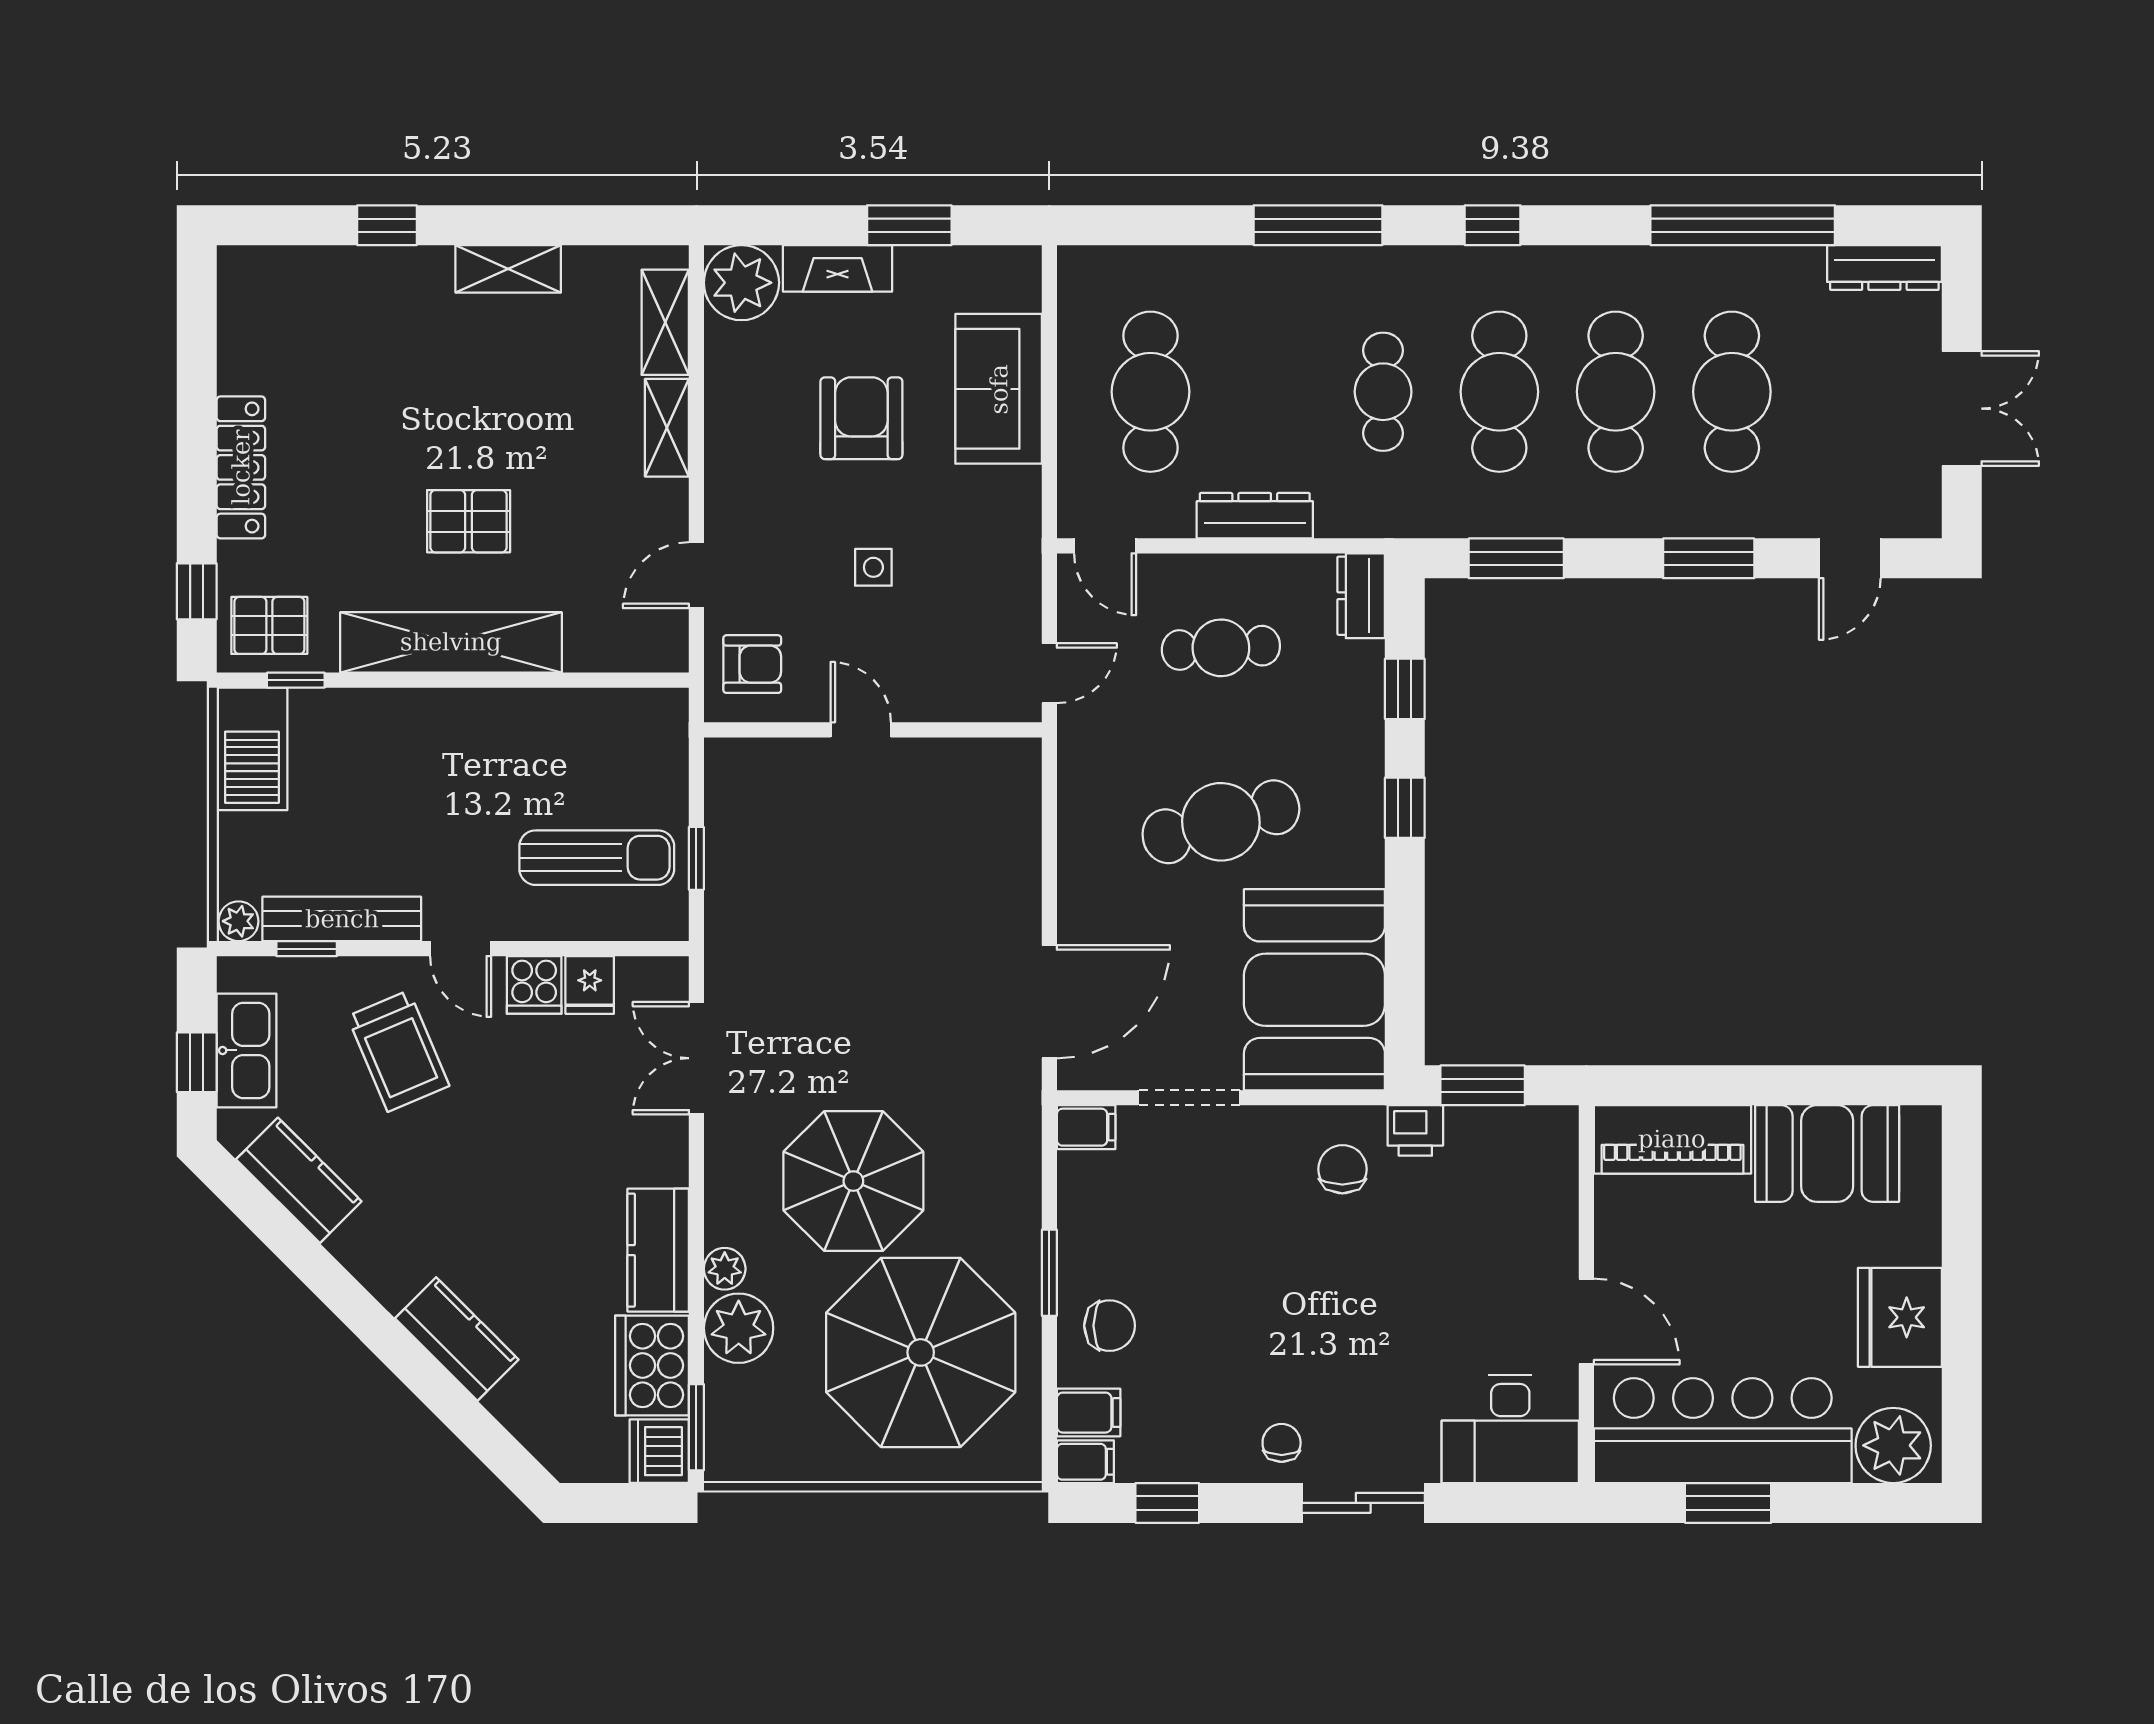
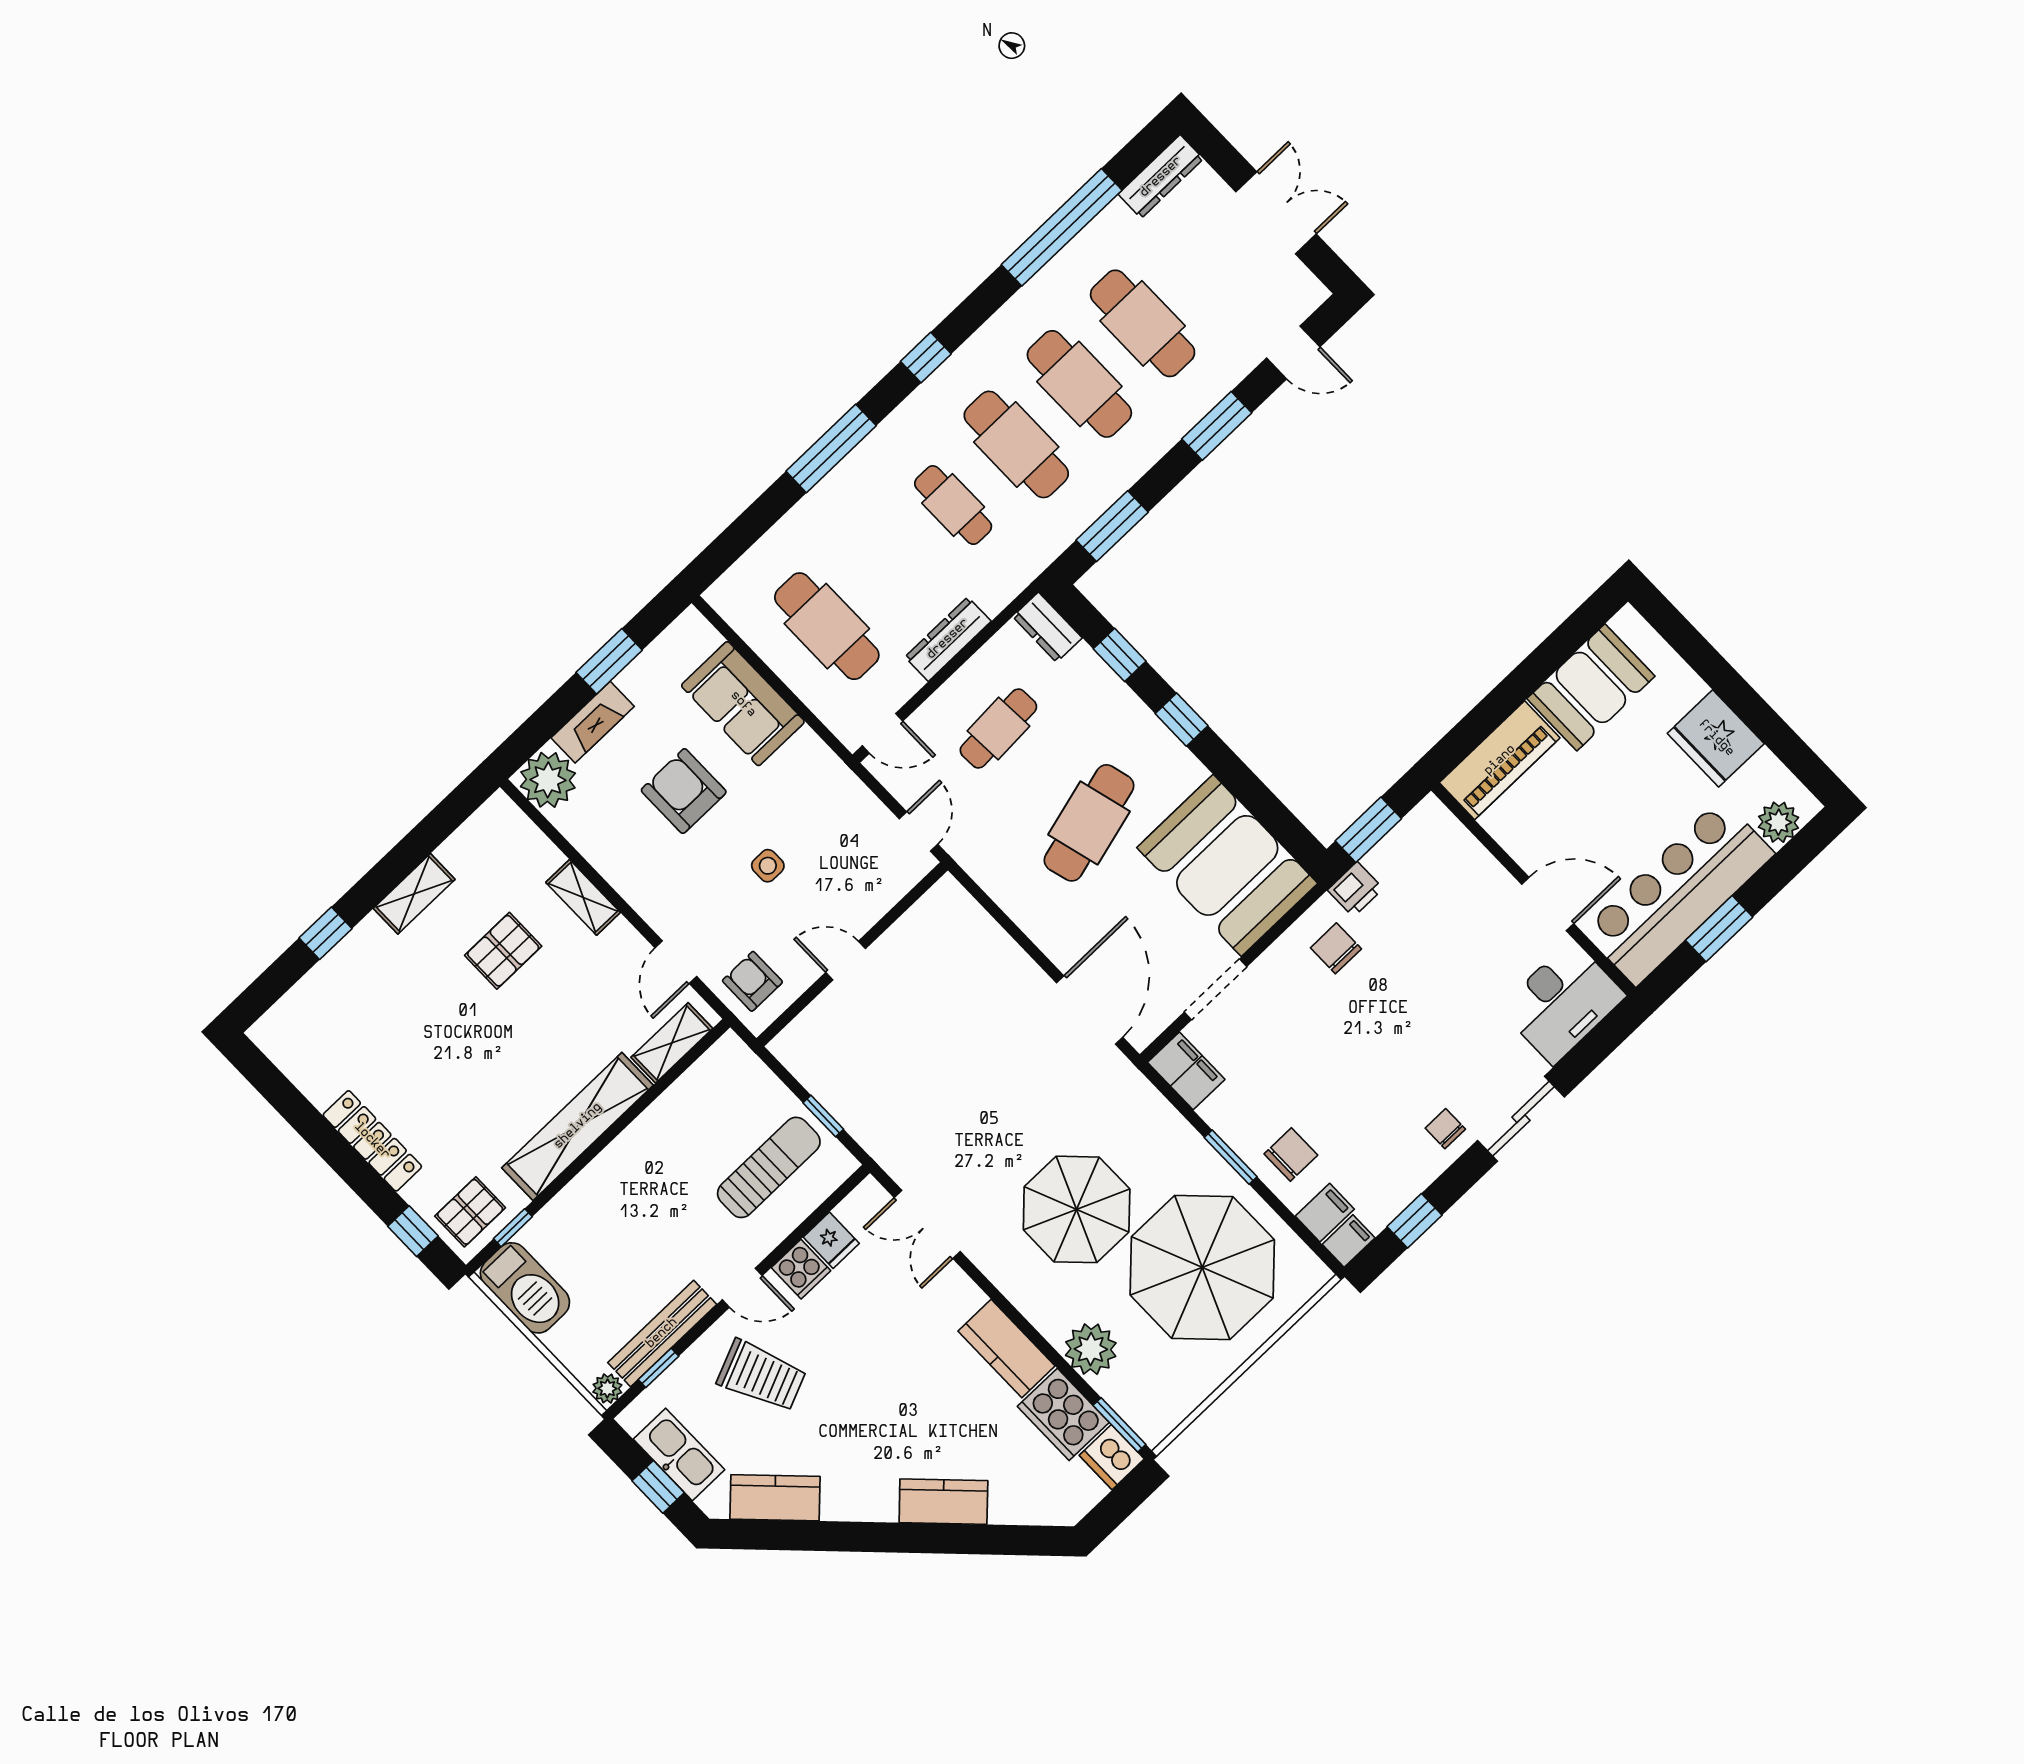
shelving: (665, 322) -> (672, 1043), moved, turned 90
pallet: (469, 521) -> (503, 951), moved
door: (1850, 558) -> (1293, 352), hinge flipped
armchair: (752, 664) -> (752, 981), turned -90
filing cabinet: (1086, 1127) -> (1186, 1071), width x2.00
plant: (725, 1269) -> (1052, 1324), removed
plant: (1893, 1445) -> (1779, 822), width x0.73, depth x0.73

